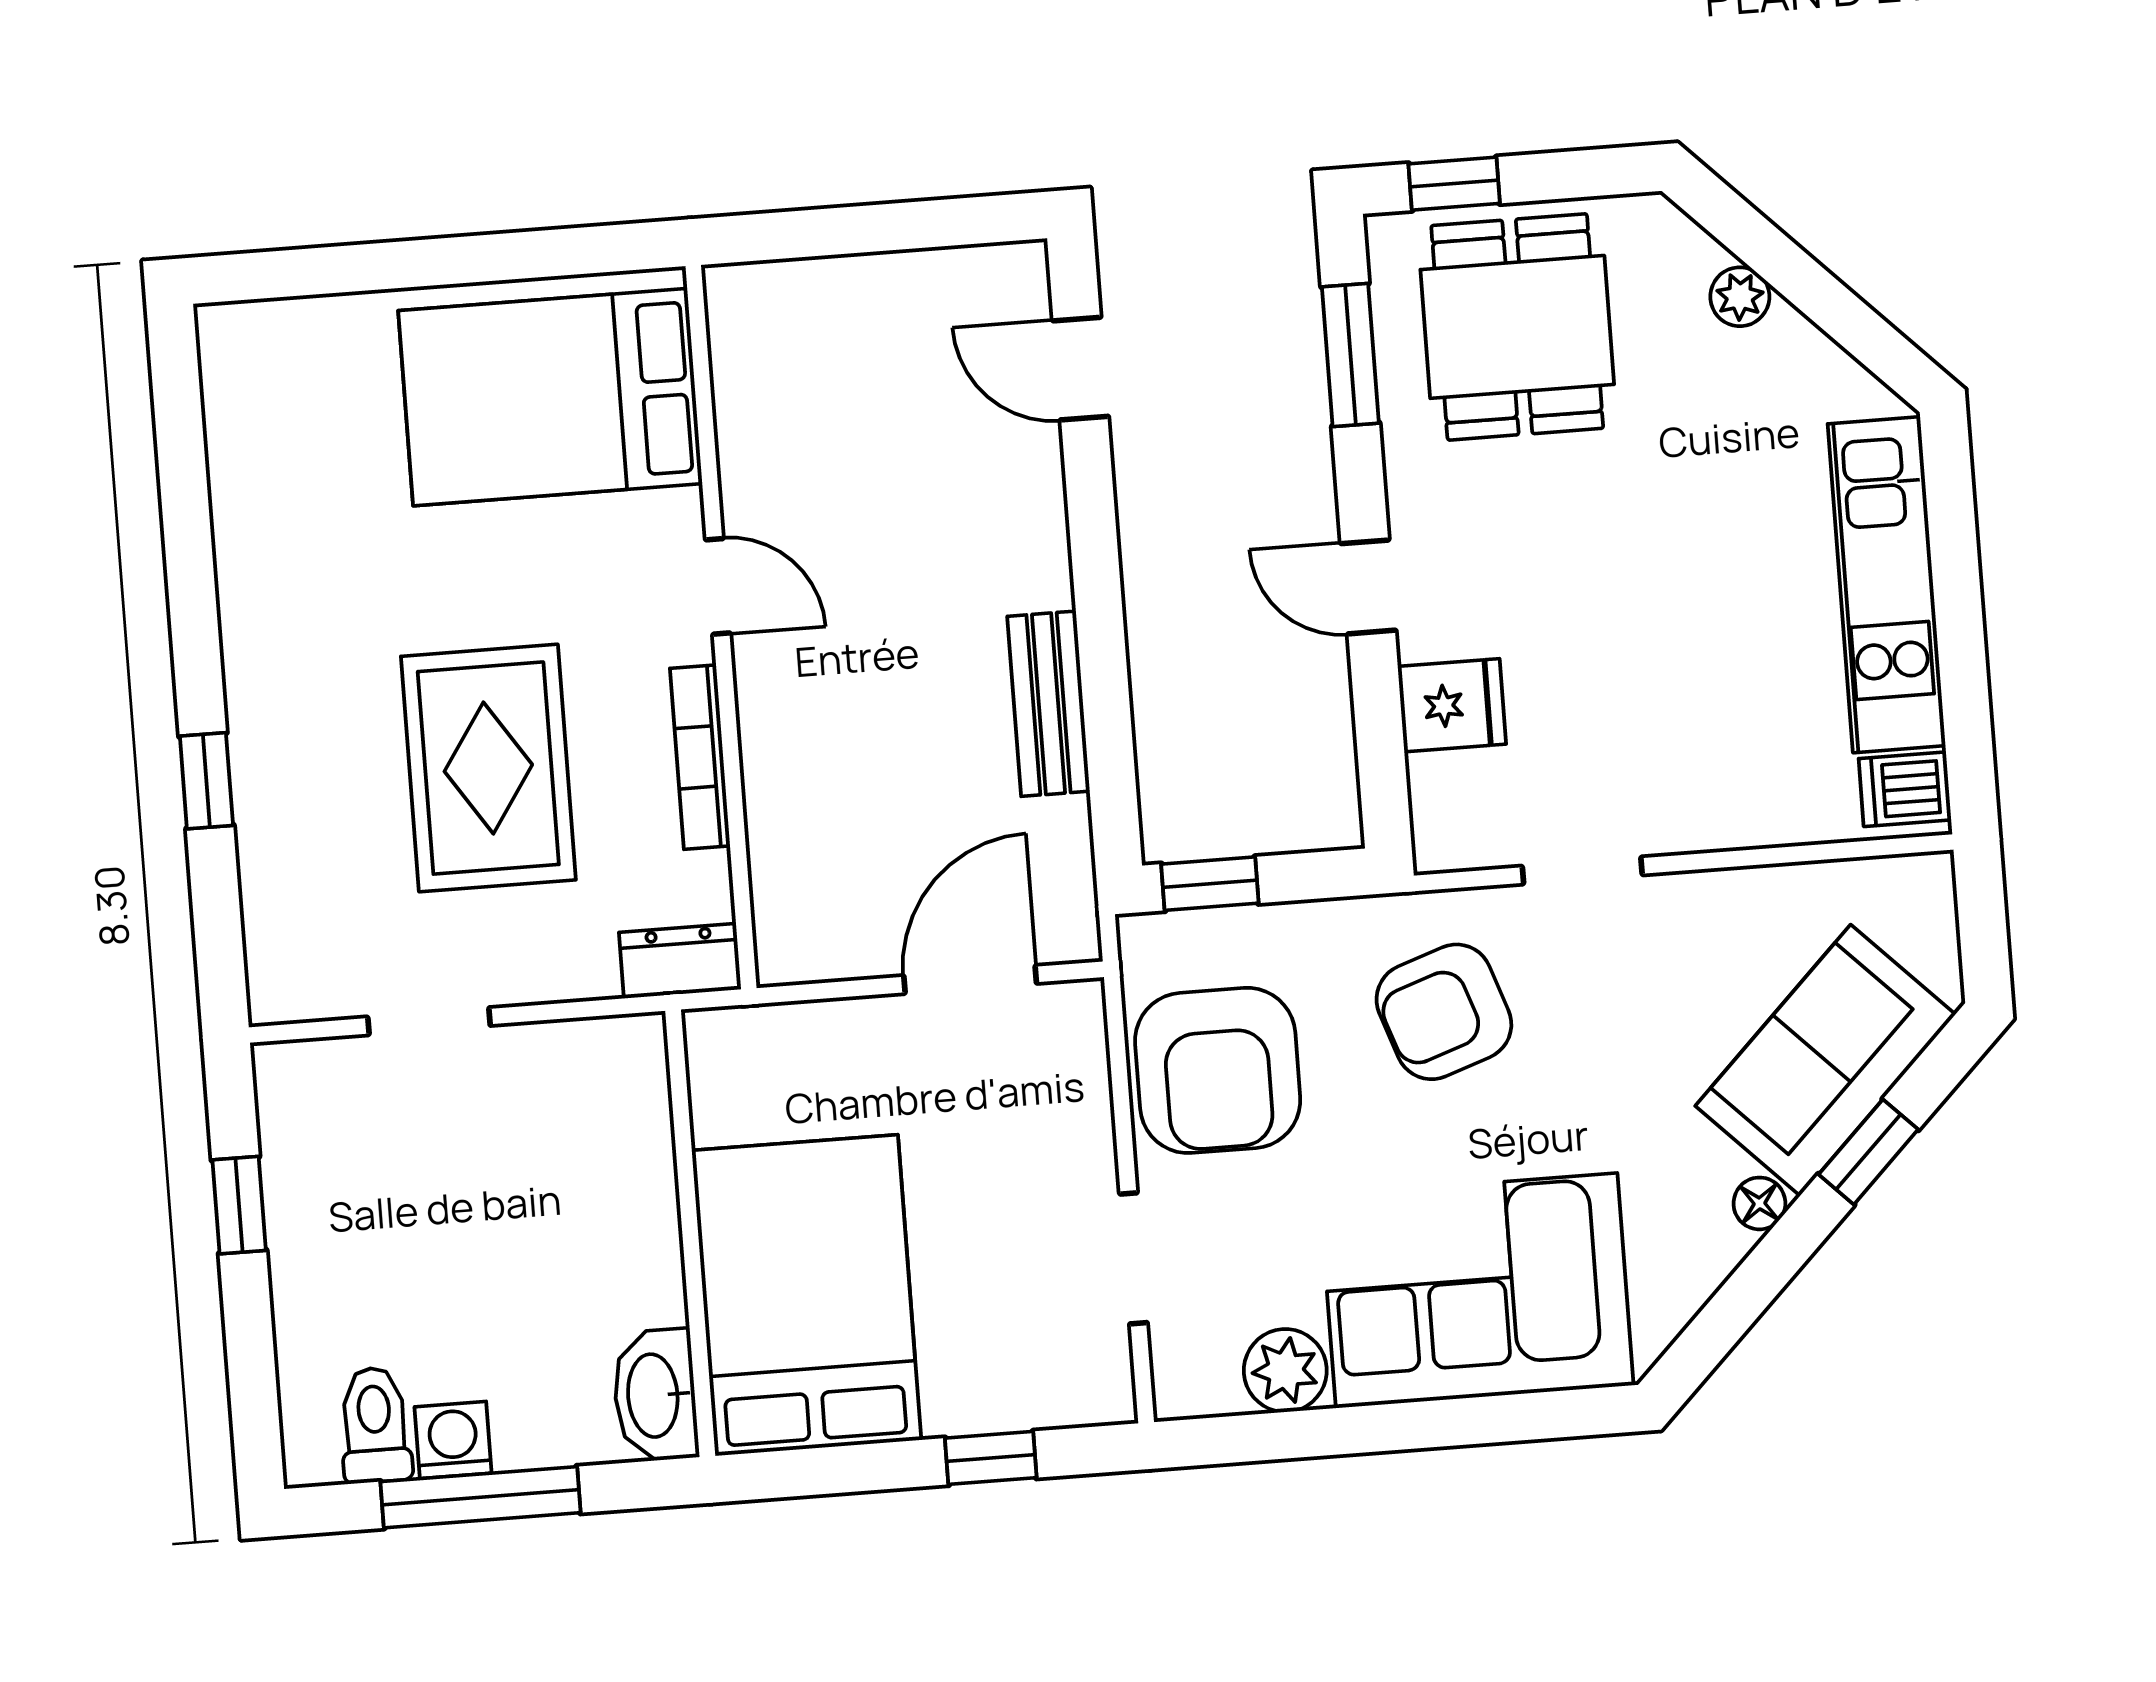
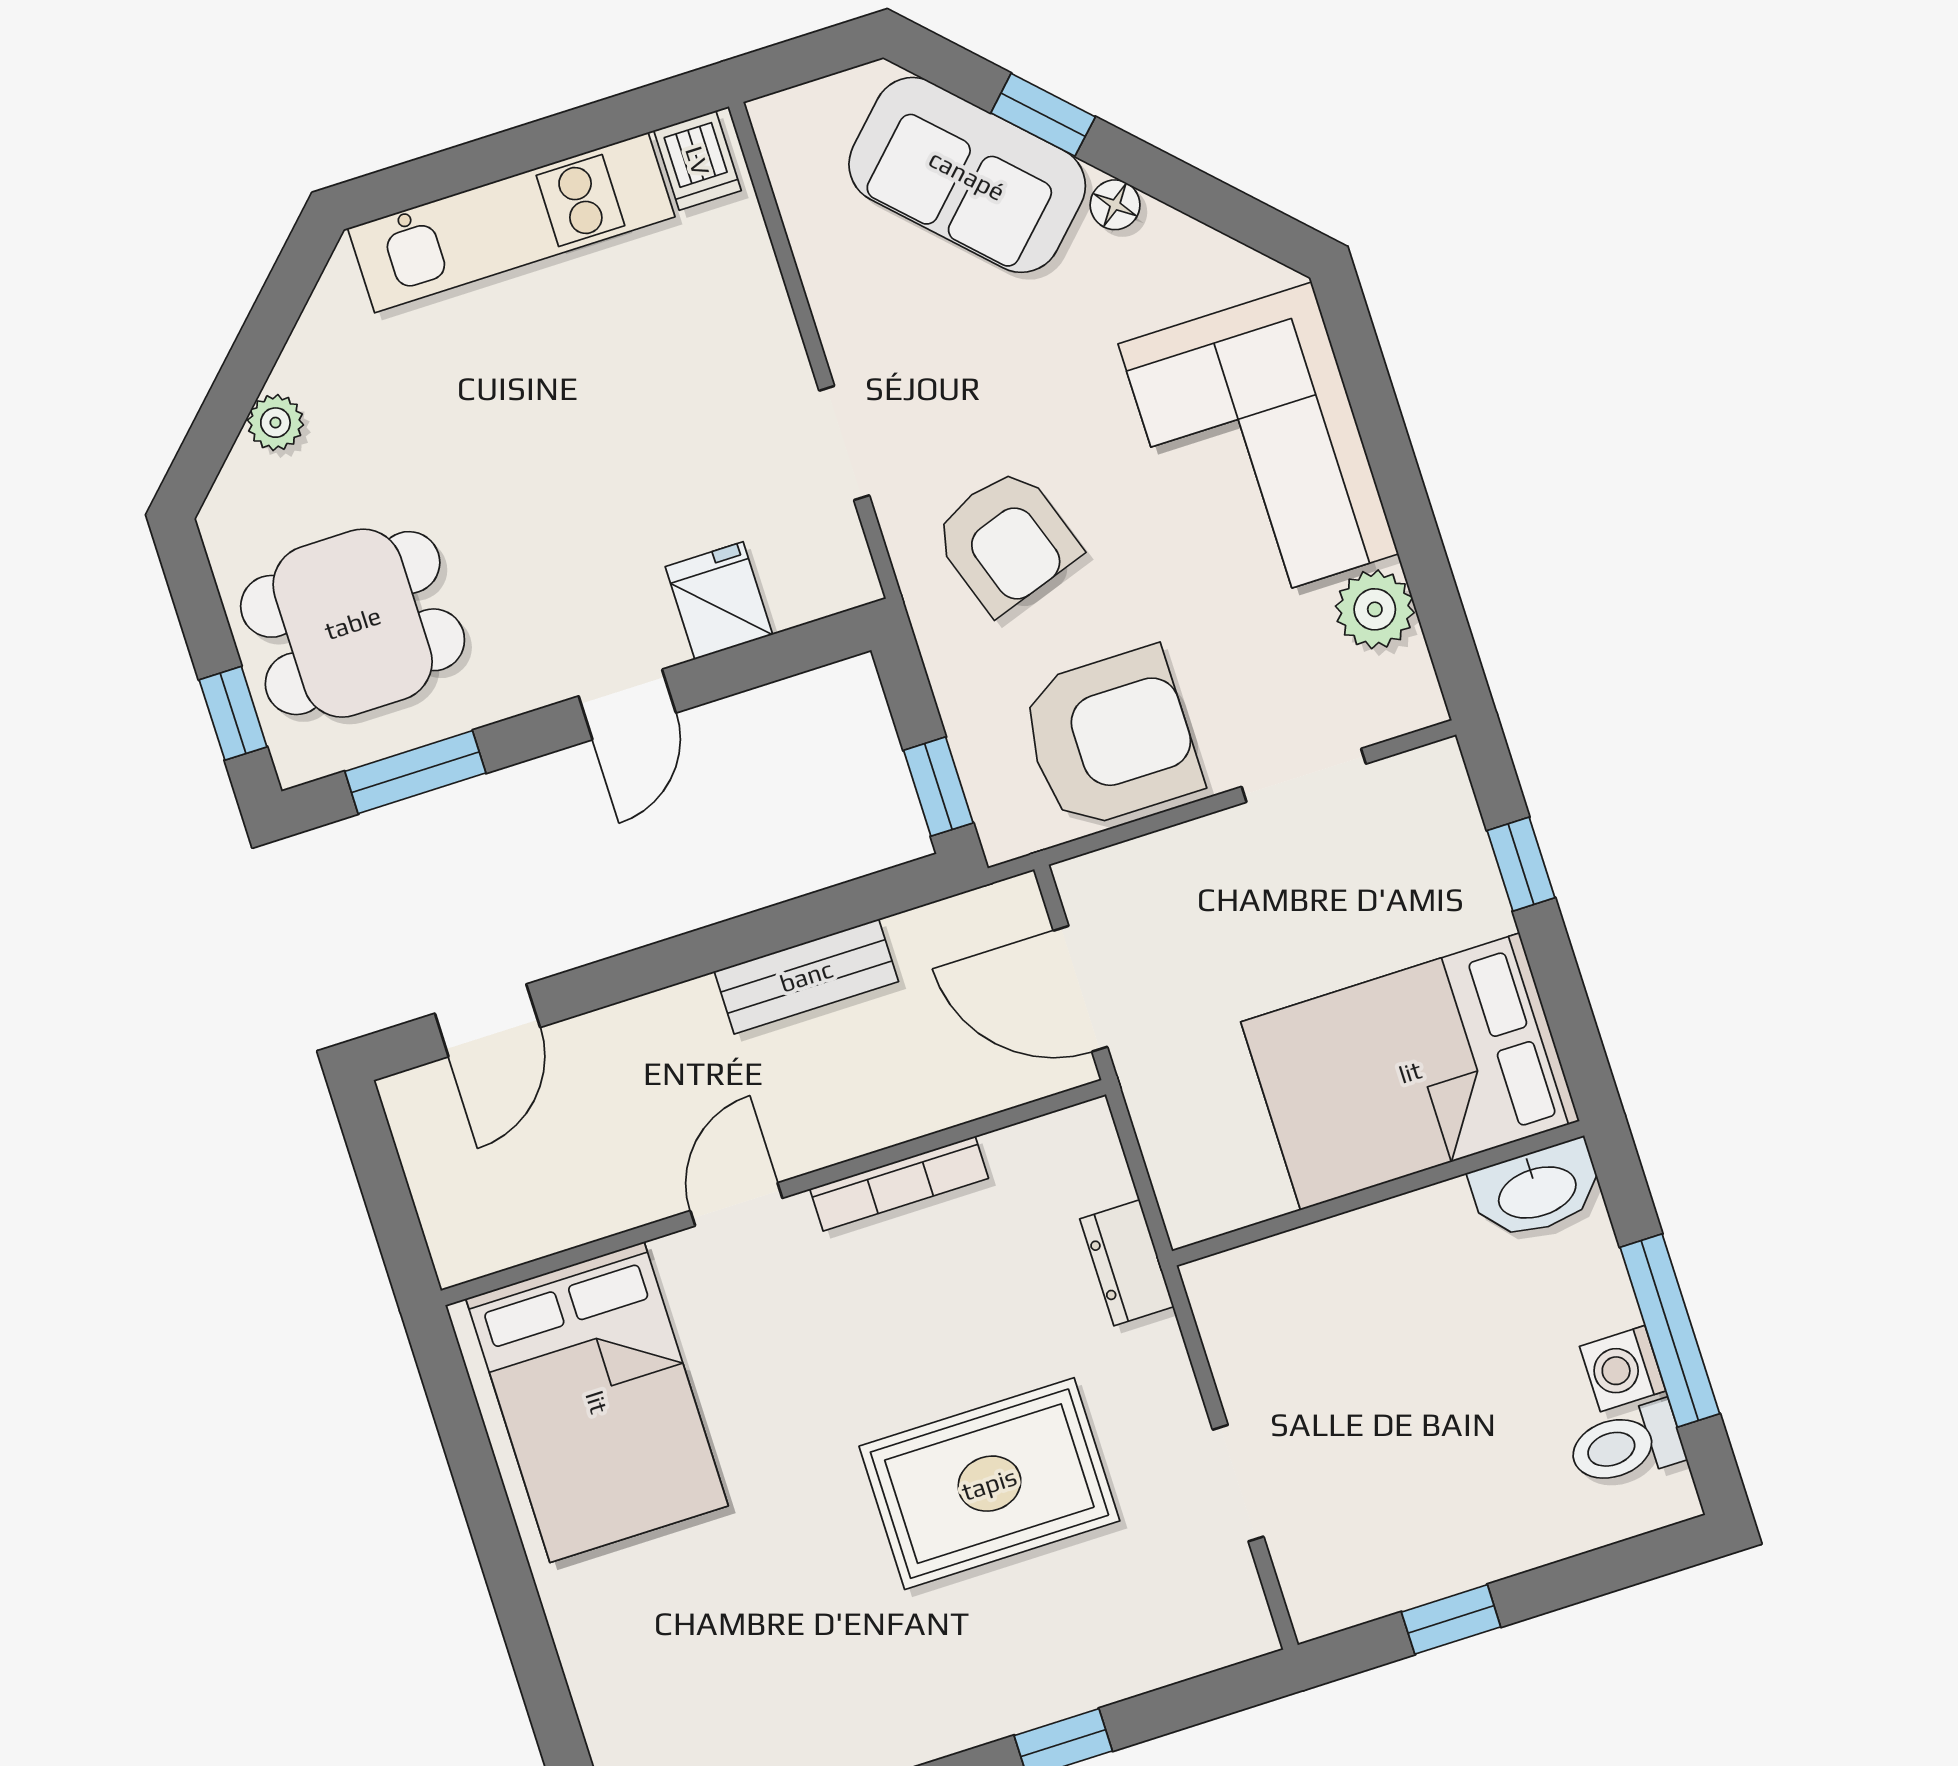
bed: (550, 397) -> (597, 1402), moved
door: (718, 586) -> (736, 1204), moved
wall: (721, 627) -> (773, 1193), moved
bookcase: (700, 757) -> (899, 1184), moved

